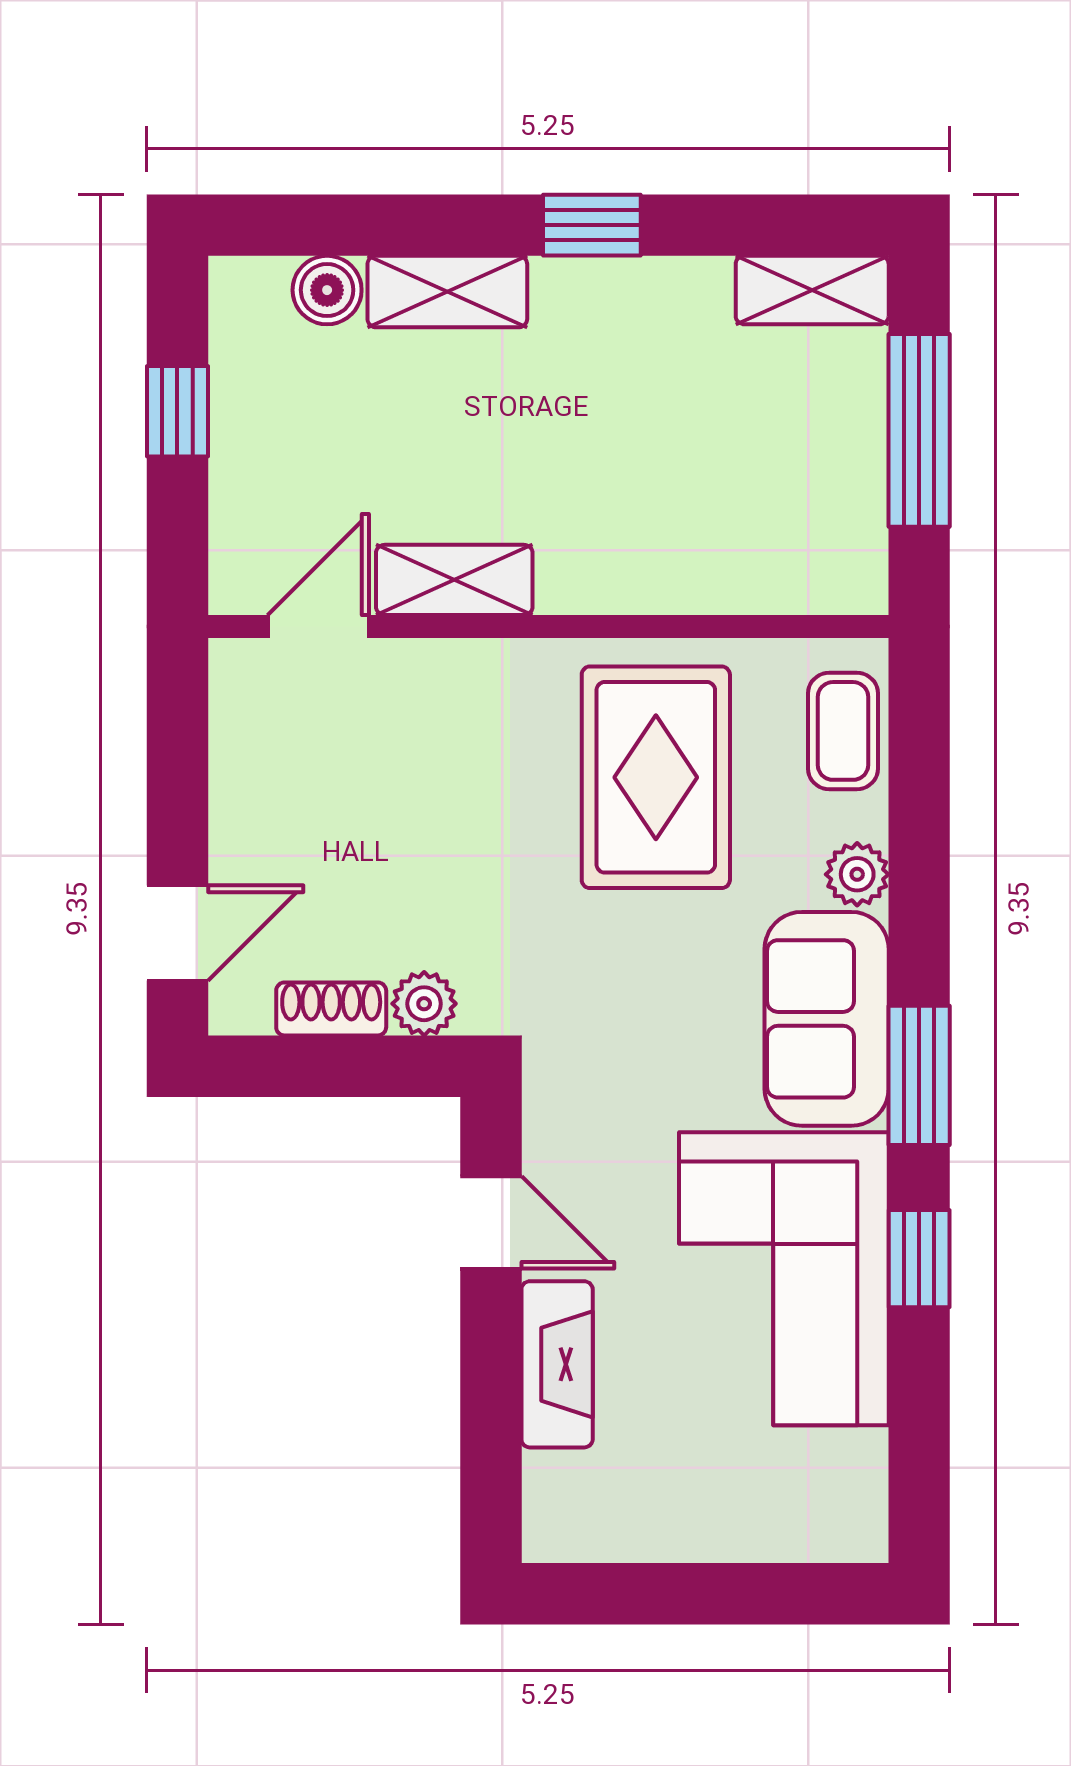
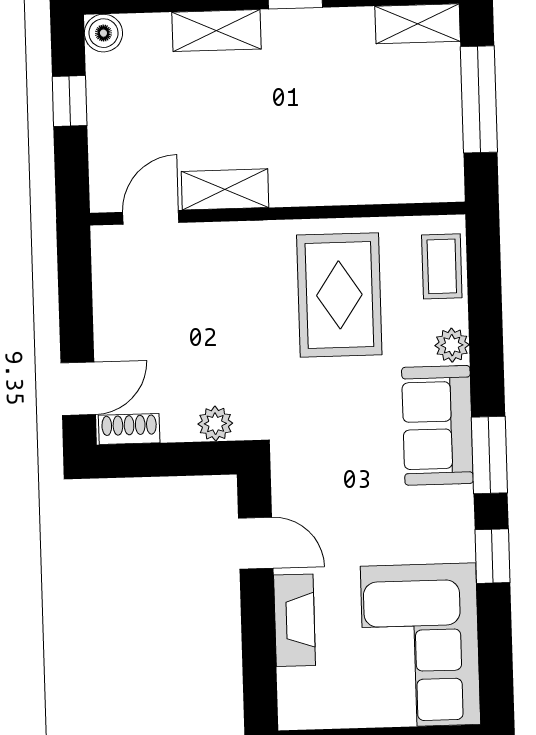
boiler: (327, 290) -> (103, 33), moved
shoe rack: (331, 1009) -> (129, 429), moved
corner sofa: (784, 1279) -> (420, 645), moved

